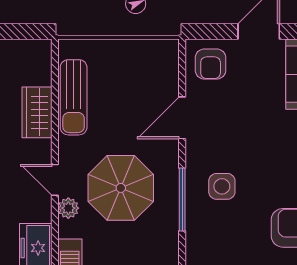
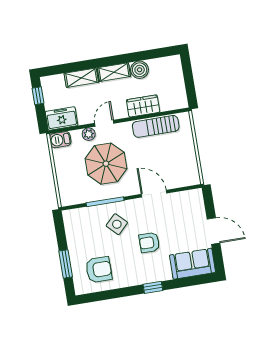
armchair: (211, 64) -> (149, 243), moved
side table: (222, 186) -> (117, 224), turned 45

